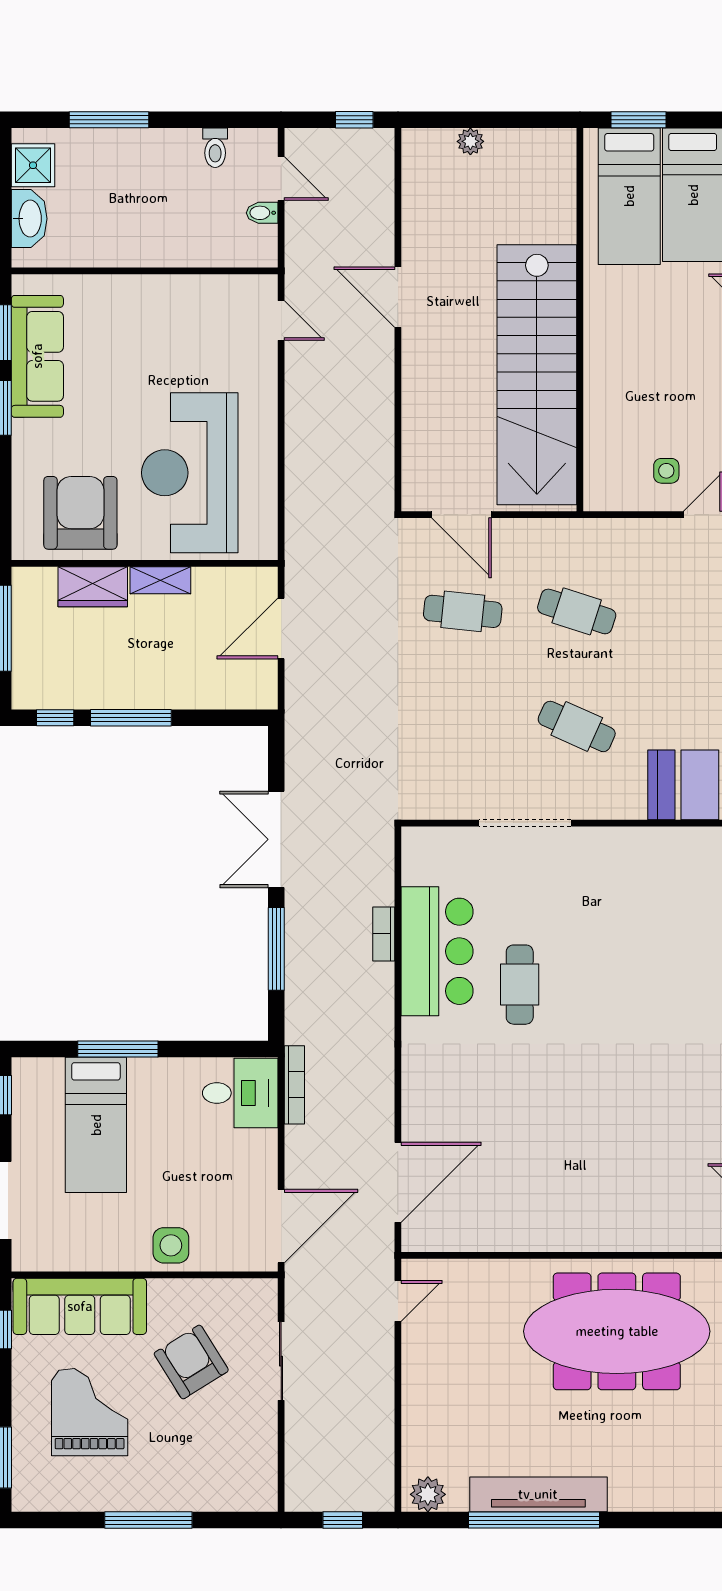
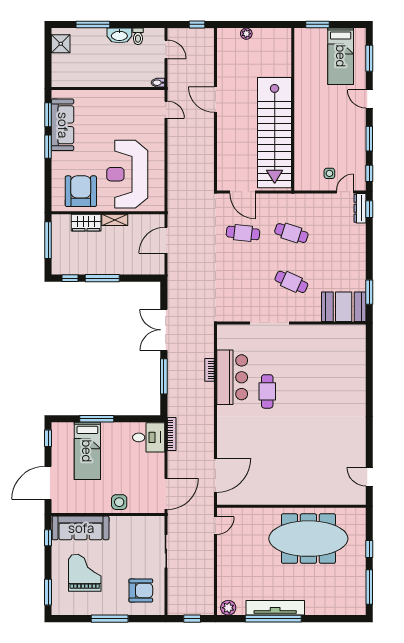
bed: (629, 196) -> (314, 57), removed
bidet: (262, 213) -> (158, 83), moved
washbasin: (29, 219) -> (119, 35), moved, turned 90
armchair: (191, 1362) -> (141, 590), moved, turned 122

